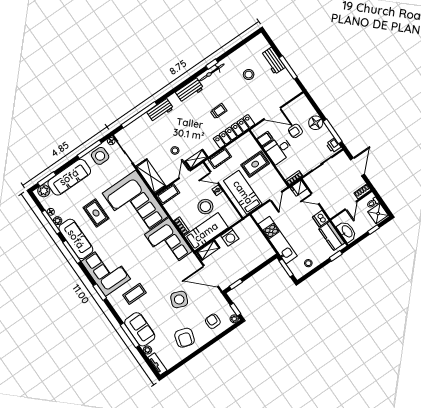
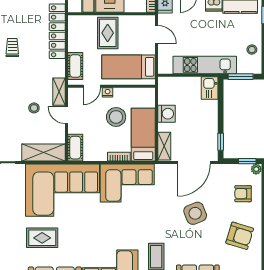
trolley: (219, 111) -> (12, 48), moved
kitchen sink: (265, 253) -> (210, 88), added
side table: (179, 299) -> (195, 213), turned 45

